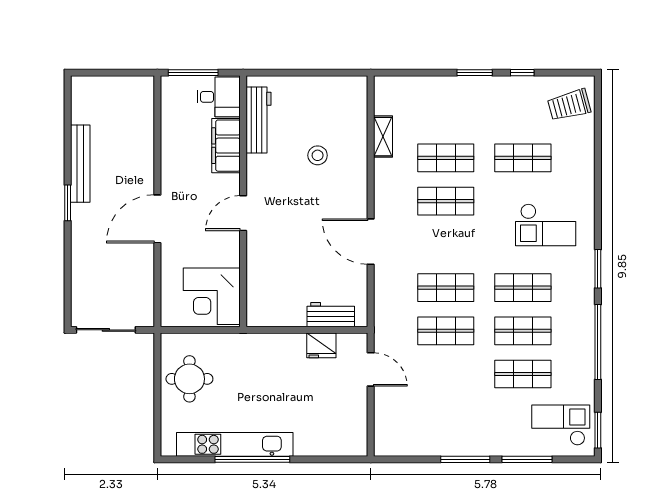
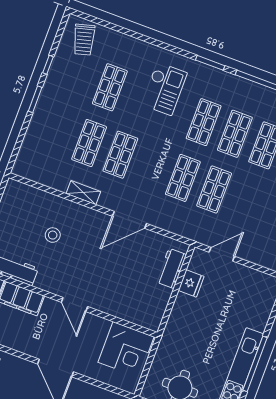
shelving: (383, 137) -> (83, 193), moved

